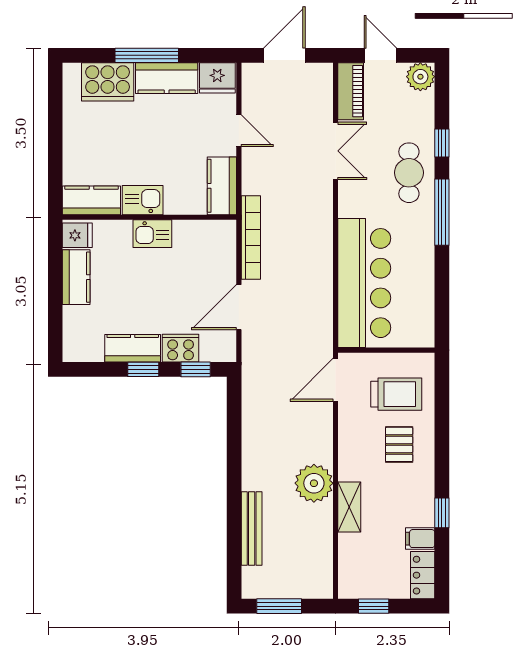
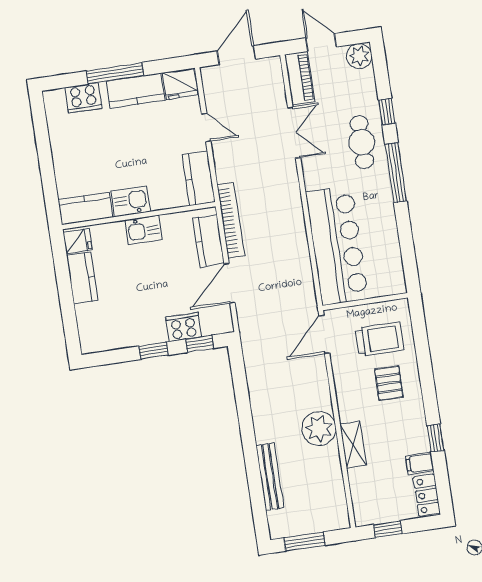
cooker: (108, 82) -> (83, 98), width x0.73, depth x0.76
kitchen counter: (133, 348) -> (208, 241), moved, turned -90

